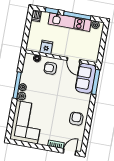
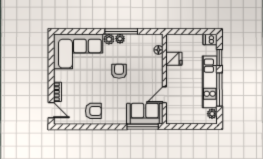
armchair: (50, 68) -> (119, 71), moved

